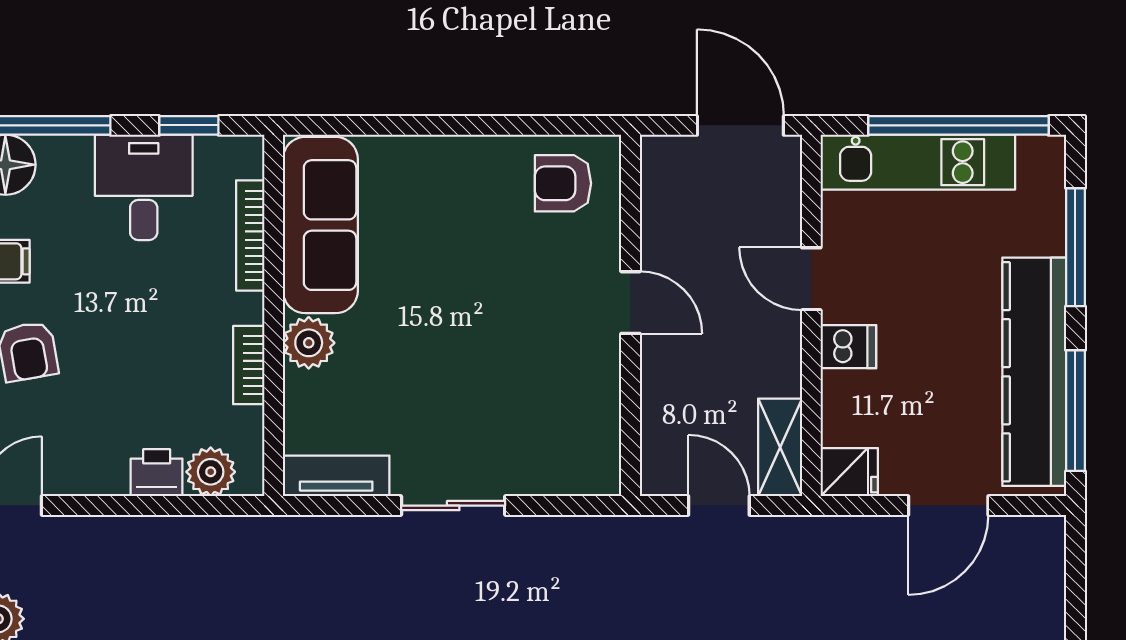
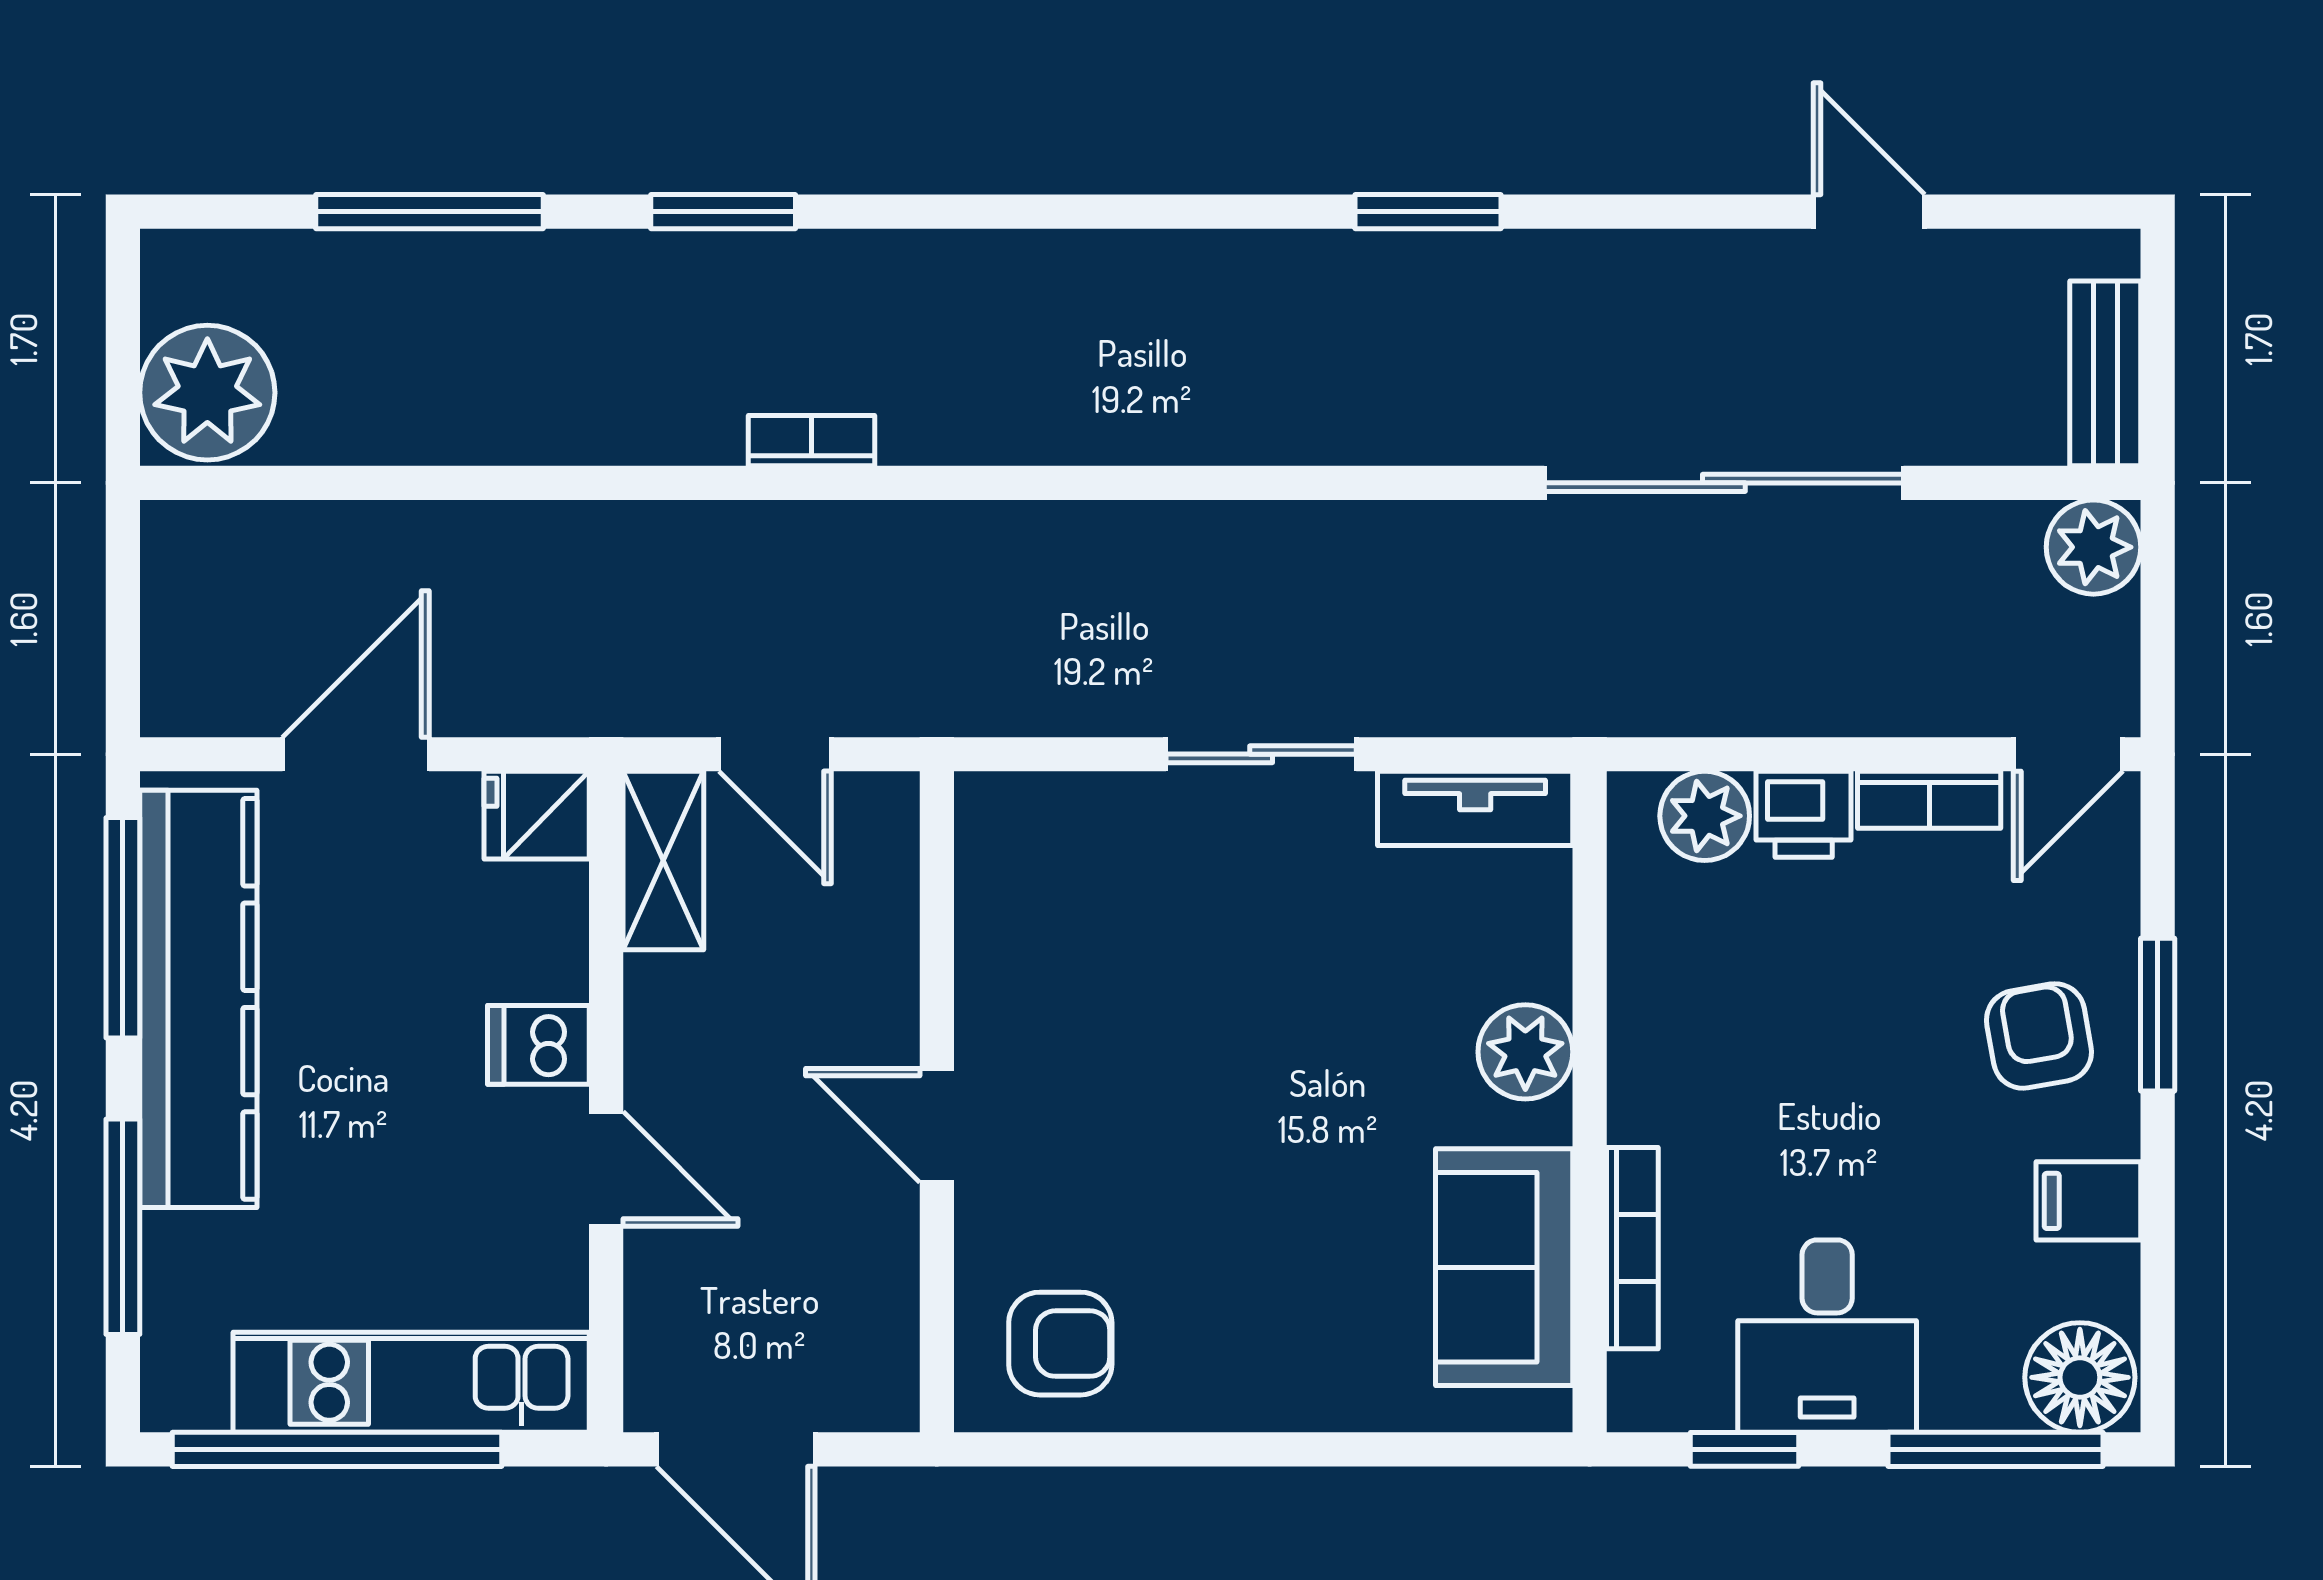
sofa: (320, 225) -> (1504, 1267), width x0.73
bookcase: (249, 365) -> (1929, 800), moved, turned 90

